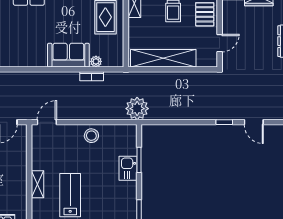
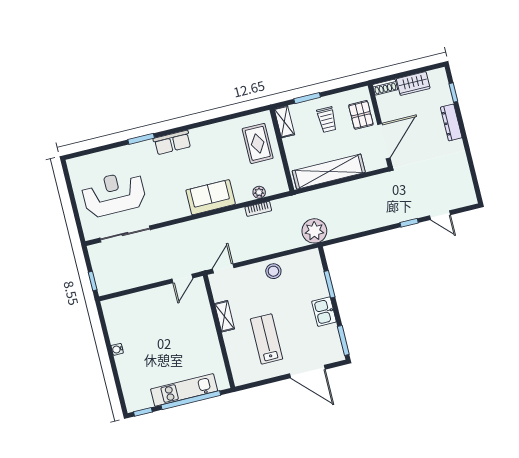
door: (220, 43) -> (384, 141), width x1.87
sofa: (68, 55) -> (211, 197), moved
kitchen sink: (128, 168) -> (324, 312), moved
shelving: (37, 184) -> (225, 316), moved

